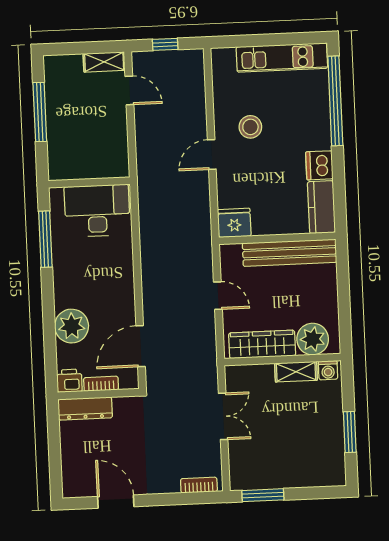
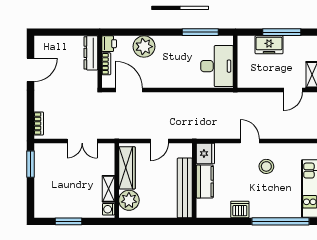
freezer: (60, 131) -> (269, 45), added
kitchen counter: (321, 207) -> (205, 182), moved, turned 90

